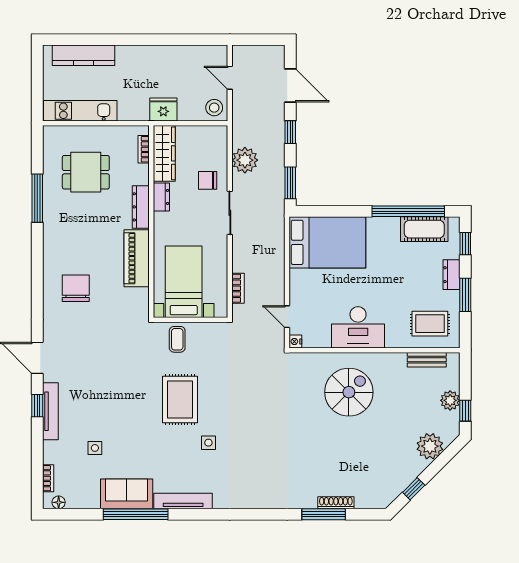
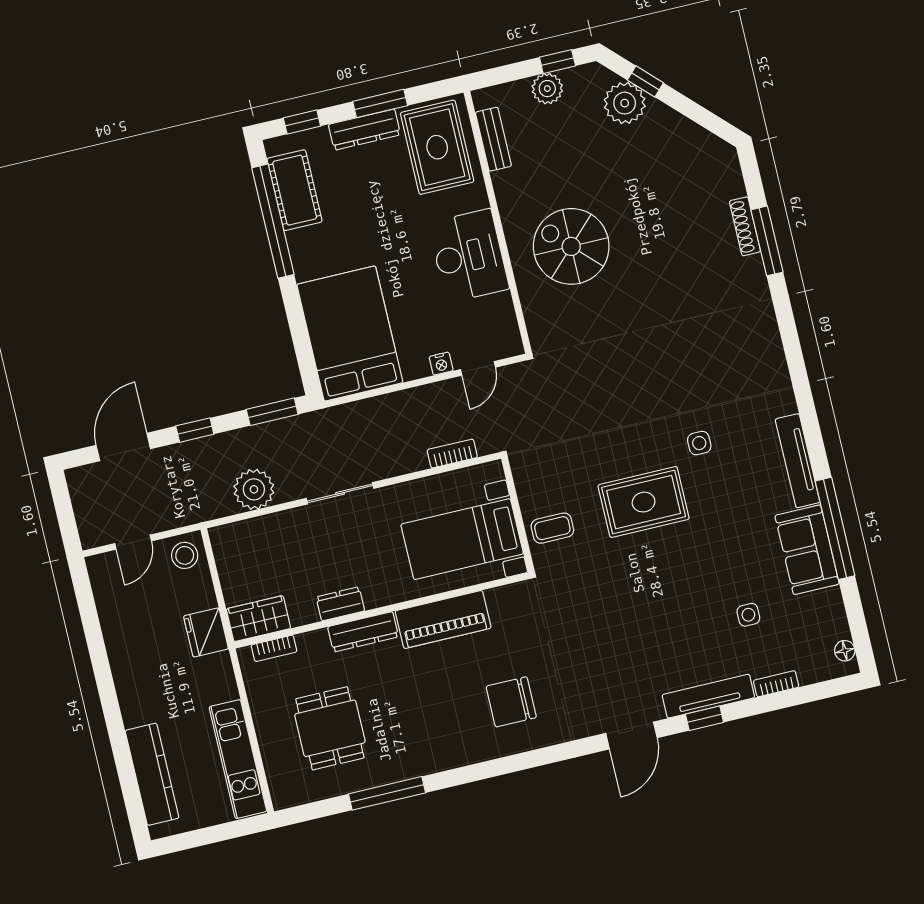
wardrobe: (164, 153) -> (258, 619), width x0.67
chair: (208, 180) -> (298, 539), removed
dresser: (452, 275) -> (364, 130), width x1.44
rug: (430, 324) -> (437, 147), width x1.36, depth x1.43
nightstand: (295, 341) -> (441, 364), moved
bookcase: (48, 478) -> (776, 684), moved
window: (414, 489) -> (645, 81), moved

